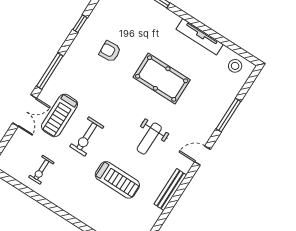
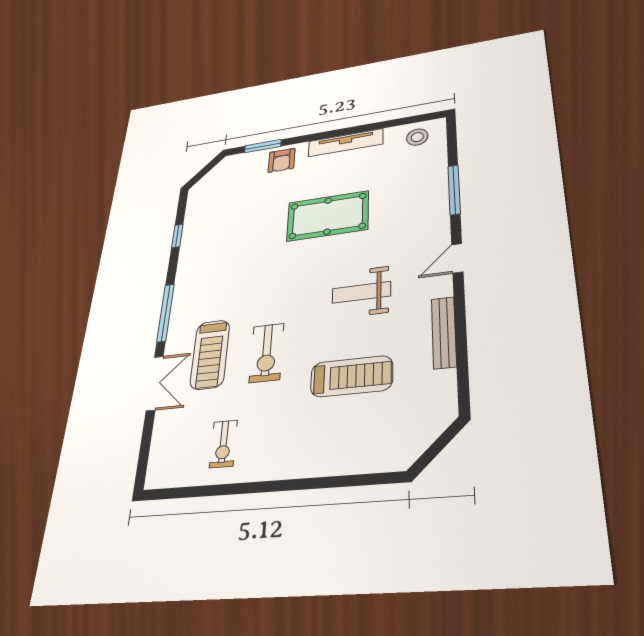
armchair: (110, 51) -> (282, 160), moved, turned -86
weight bench: (149, 139) -> (361, 292), turned 90

